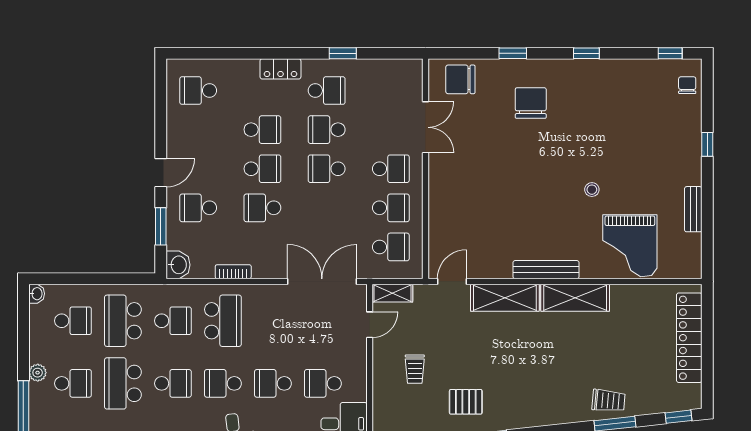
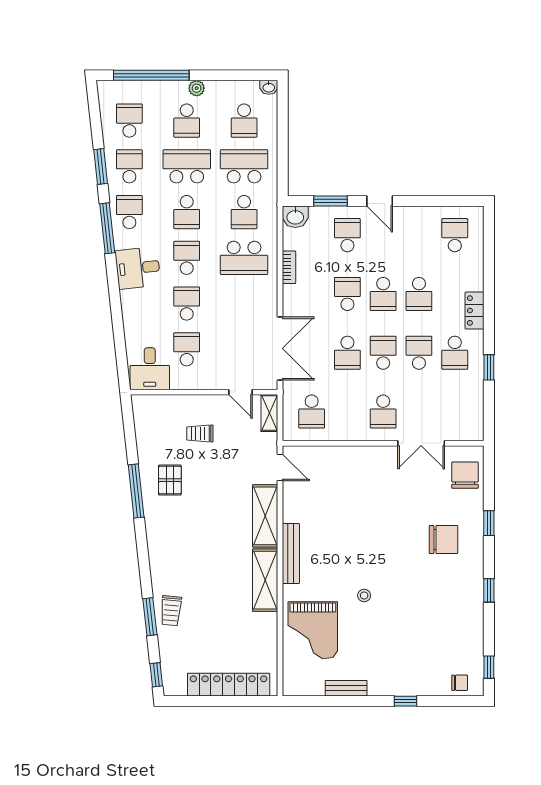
school desk: (391, 208) -> (347, 353), moved
grand piano: (630, 246) -> (313, 630), turned -90

